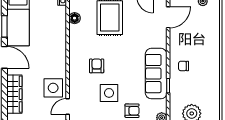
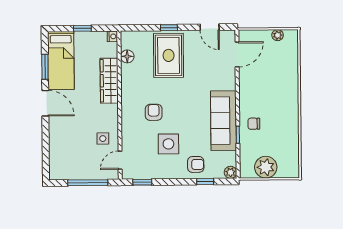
chair: (184, 66) -> (254, 124), moved
side table: (53, 88) -> (103, 139), width x0.54, depth x0.54
wardrobe: (14, 94) -> (109, 81), moved, turned 180

